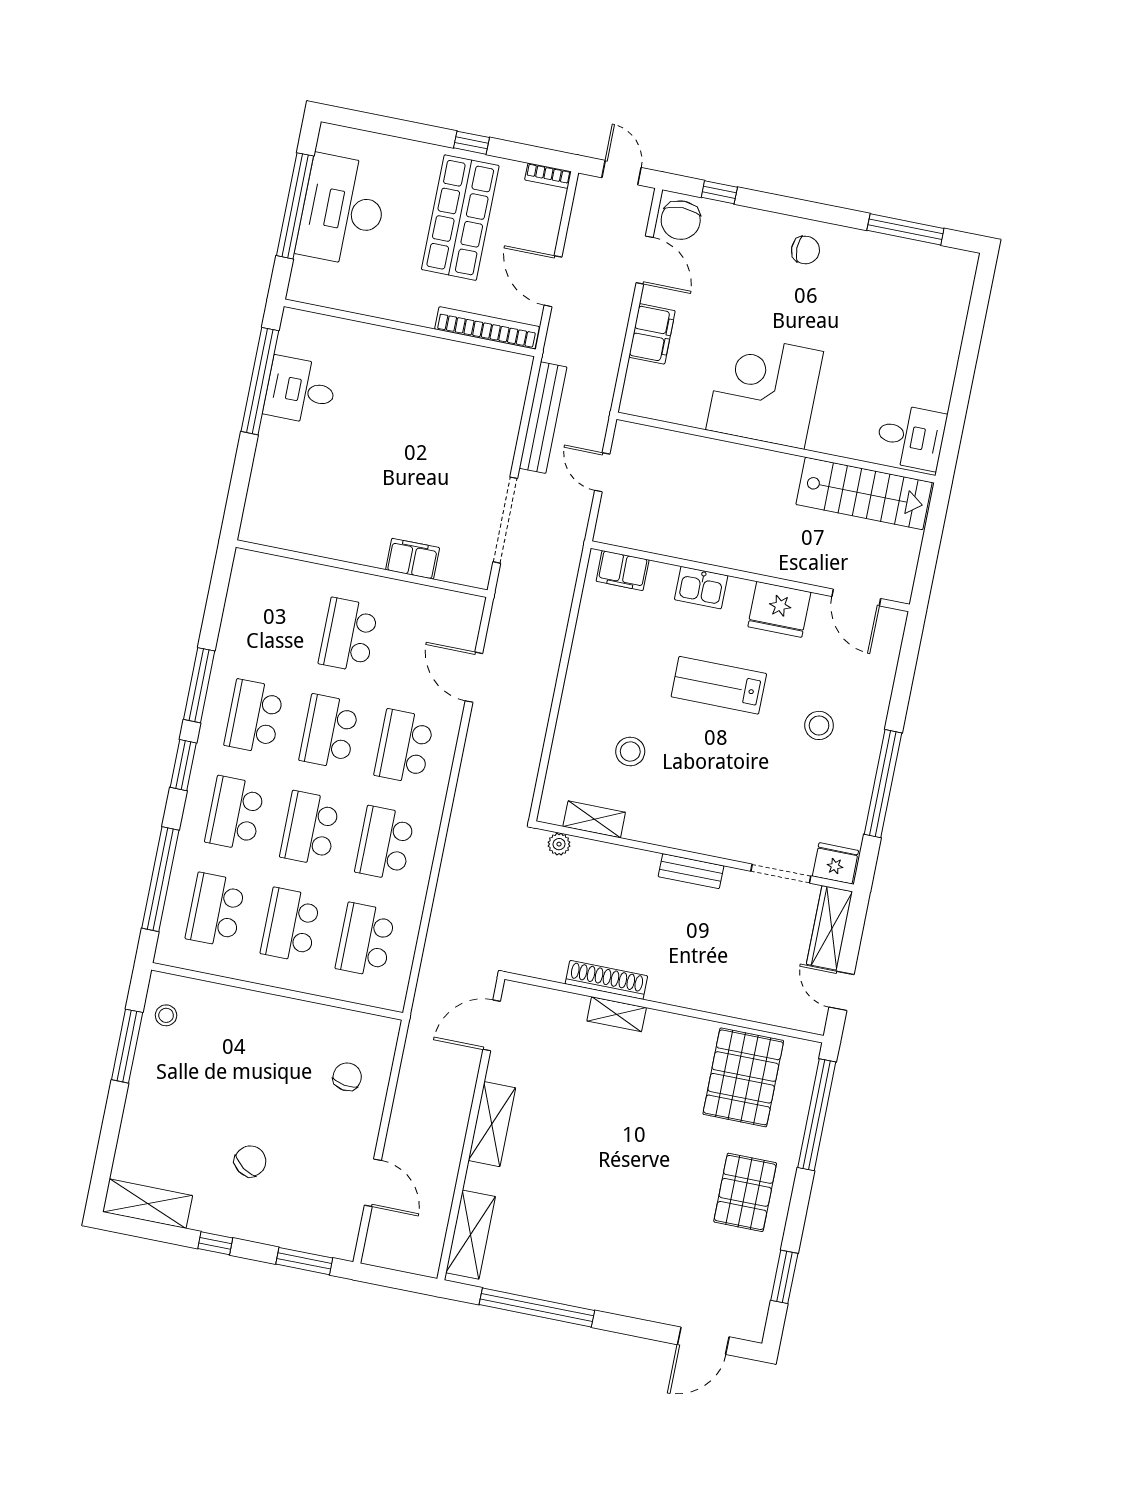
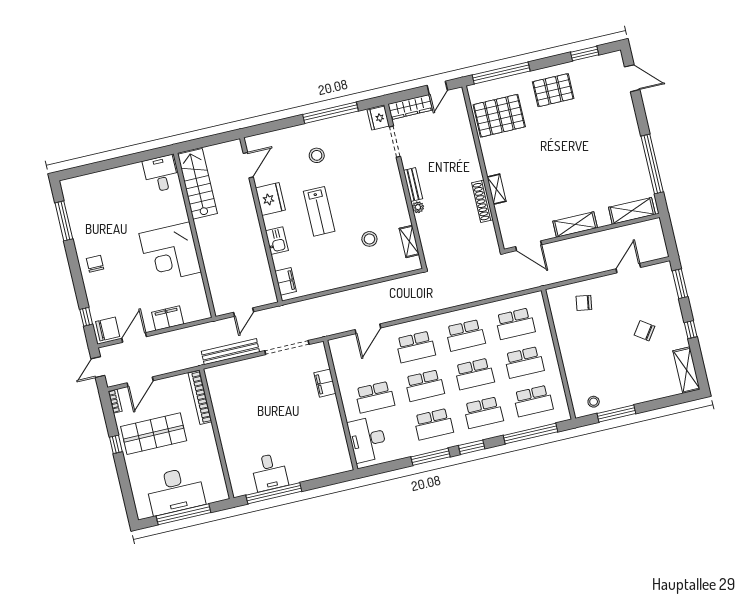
door: (553, 281) -> (140, 382), moved
desk: (280, 588) -> (367, 439), added
plant: (559, 844) -> (418, 207), moved

